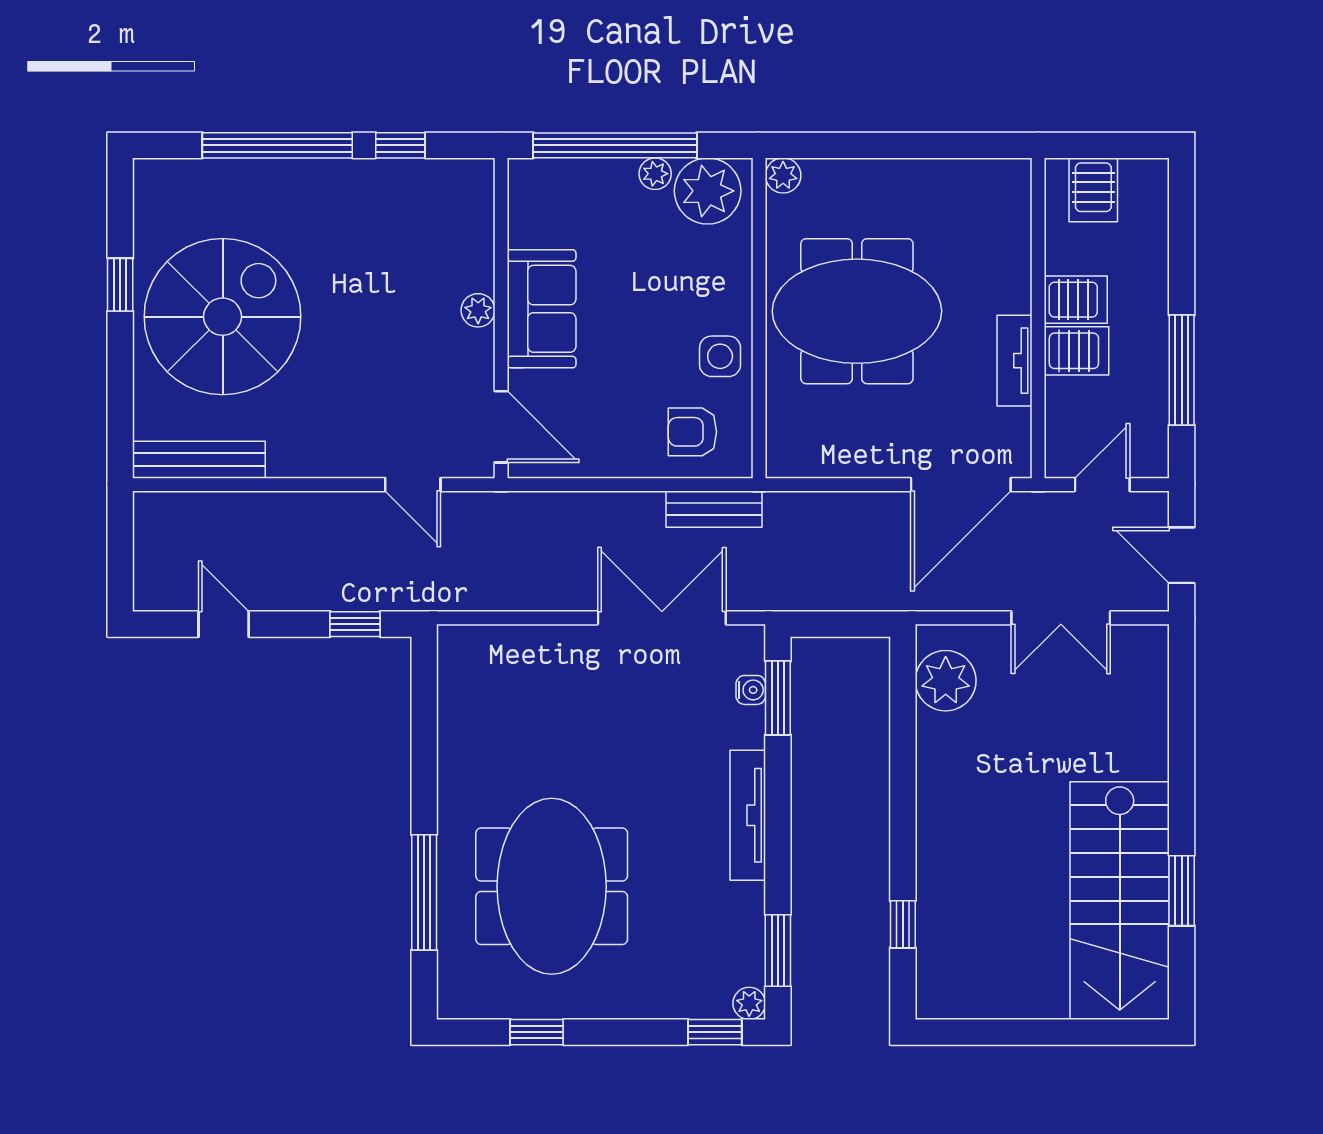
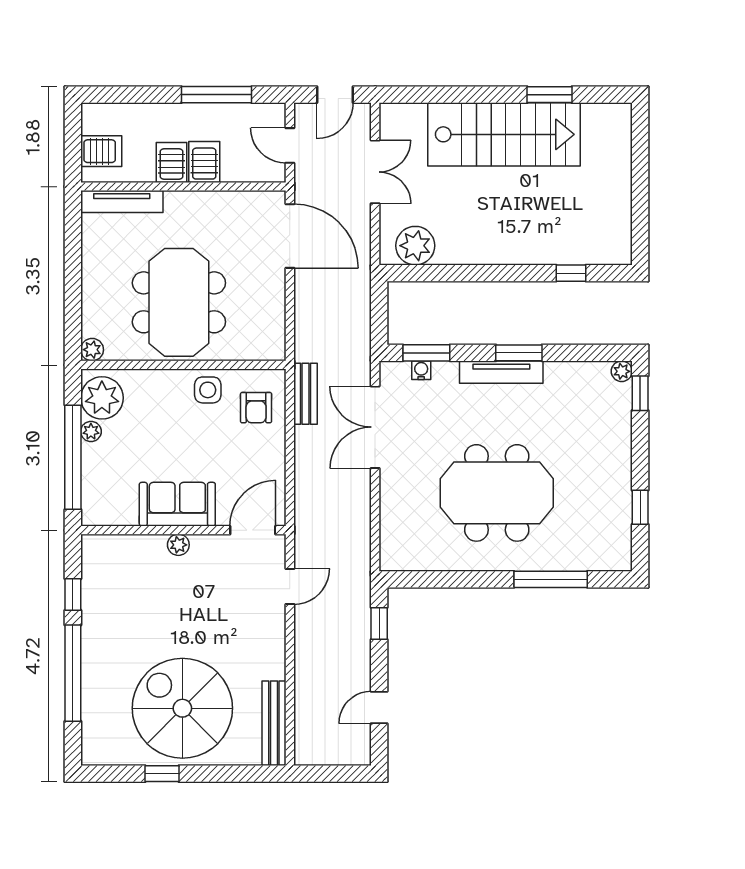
tv unit: (1014, 361) -> (122, 202), moved, width x1.41
meeting table: (552, 886) -> (497, 493), moved
stairs: (1120, 901) -> (504, 134), moved
window: (778, 951) -> (519, 353), moved

